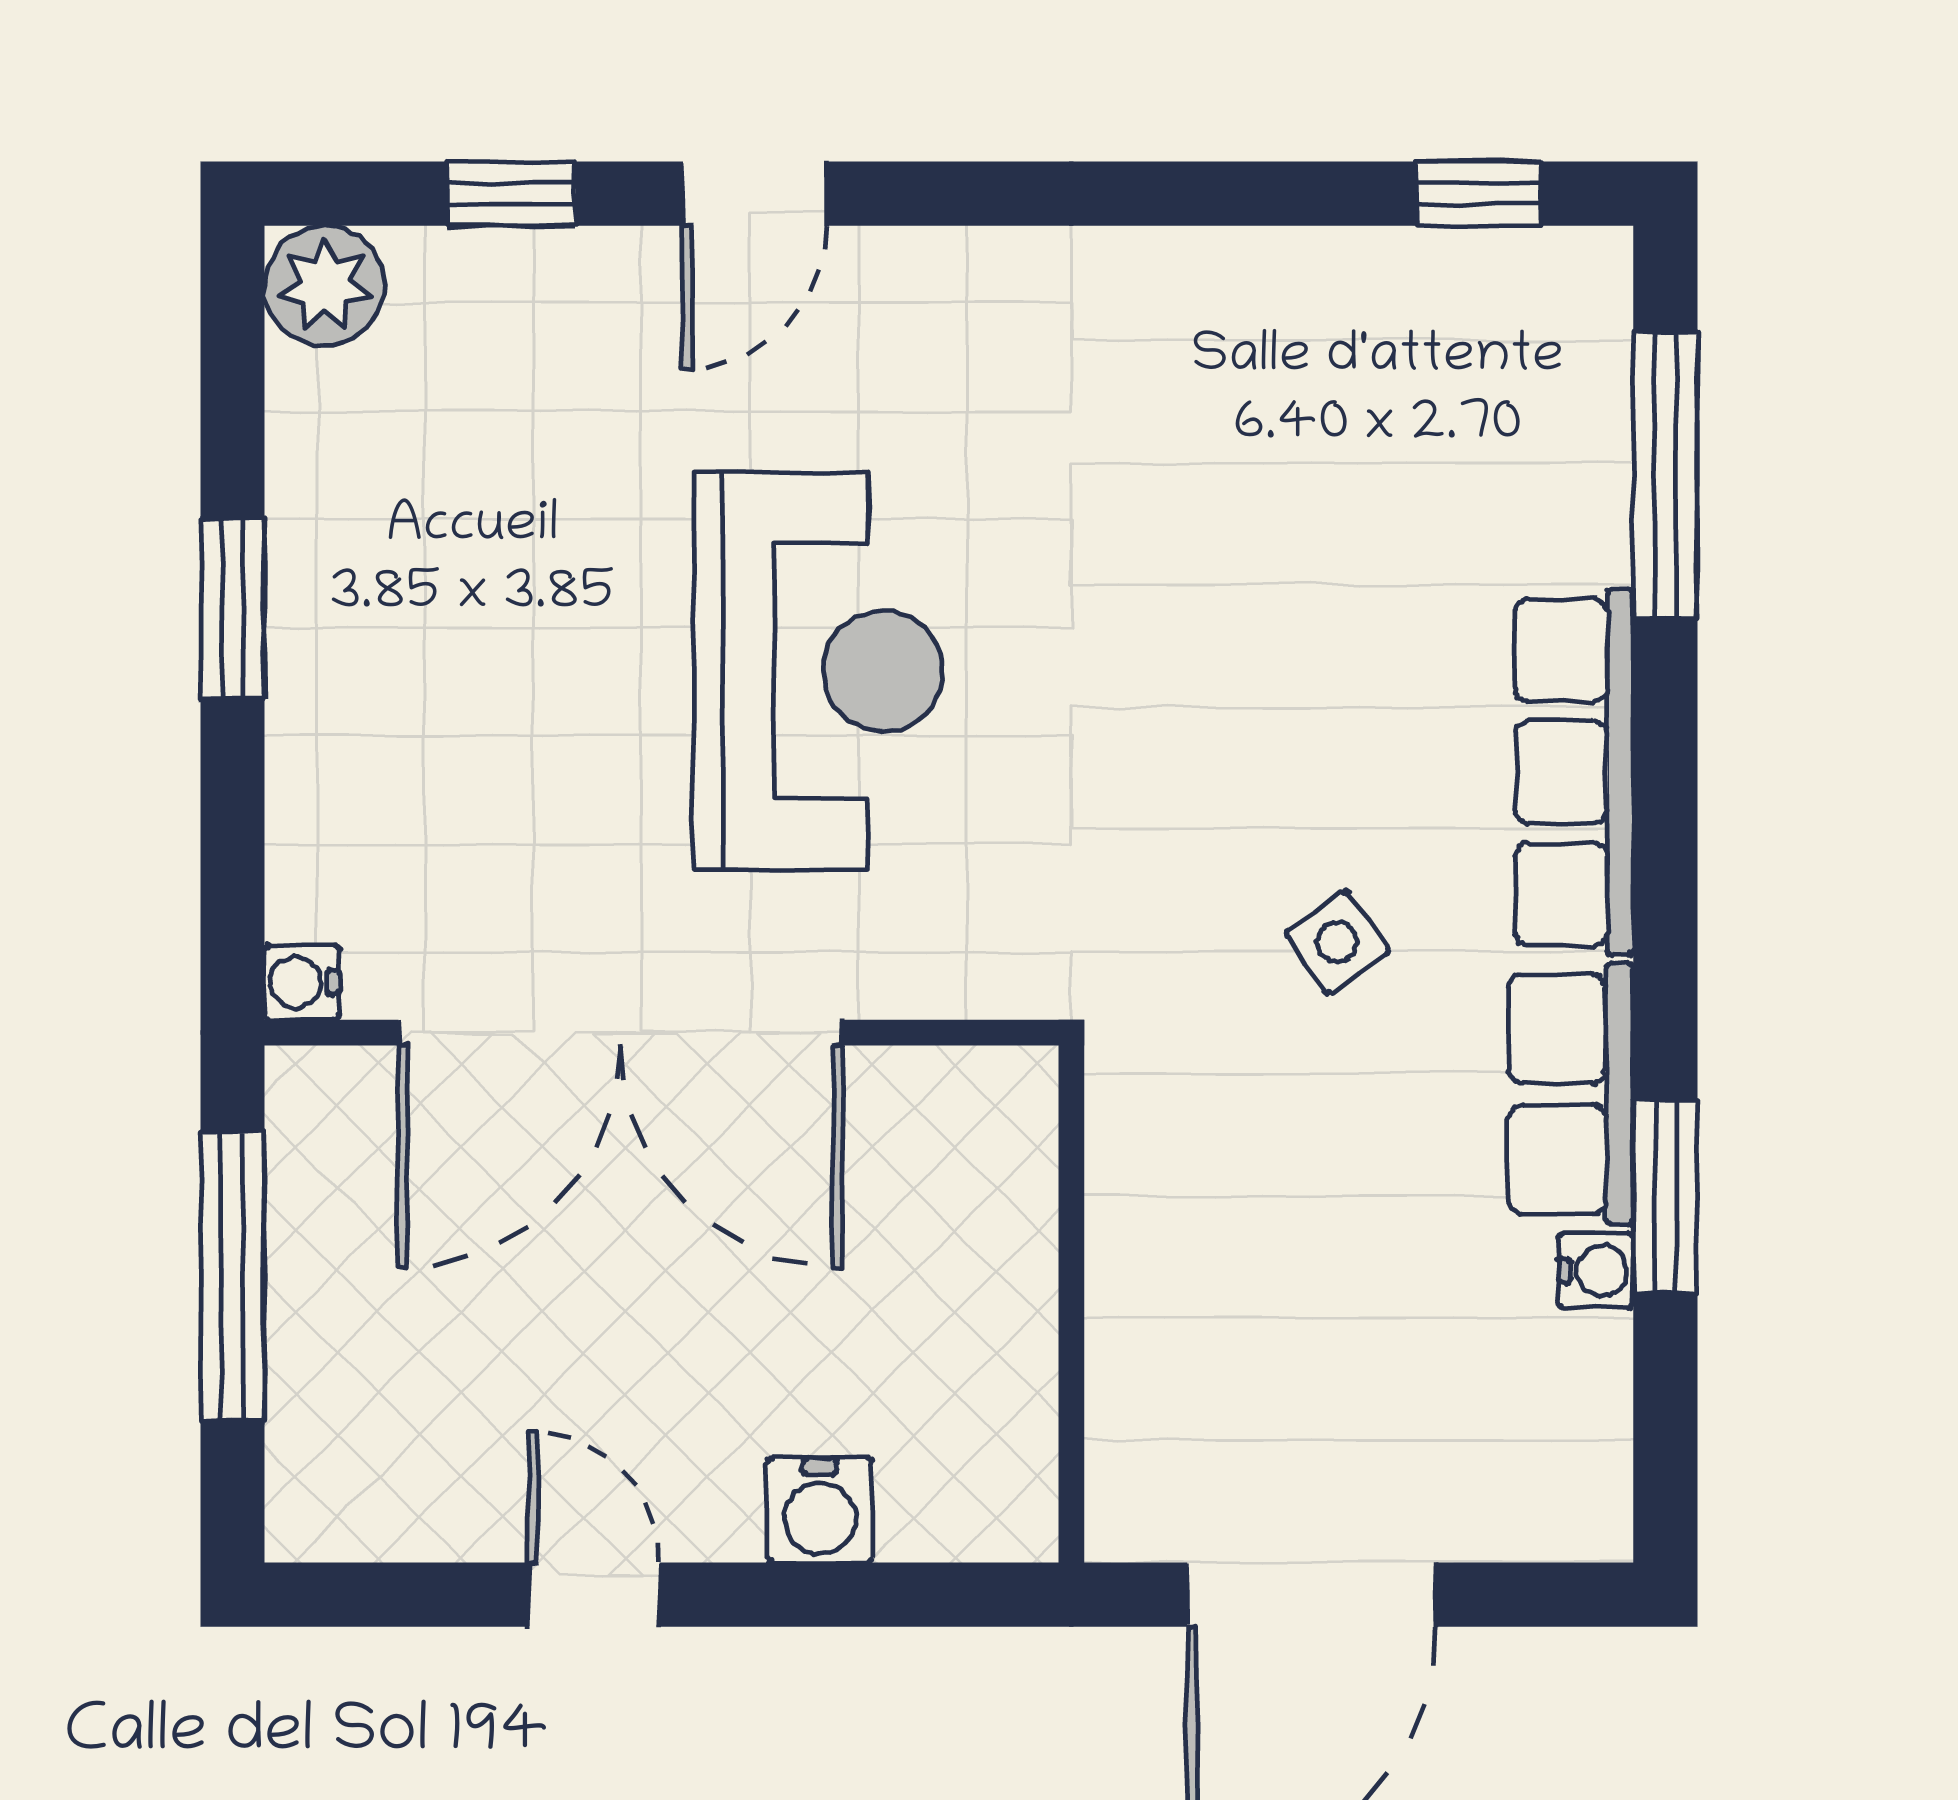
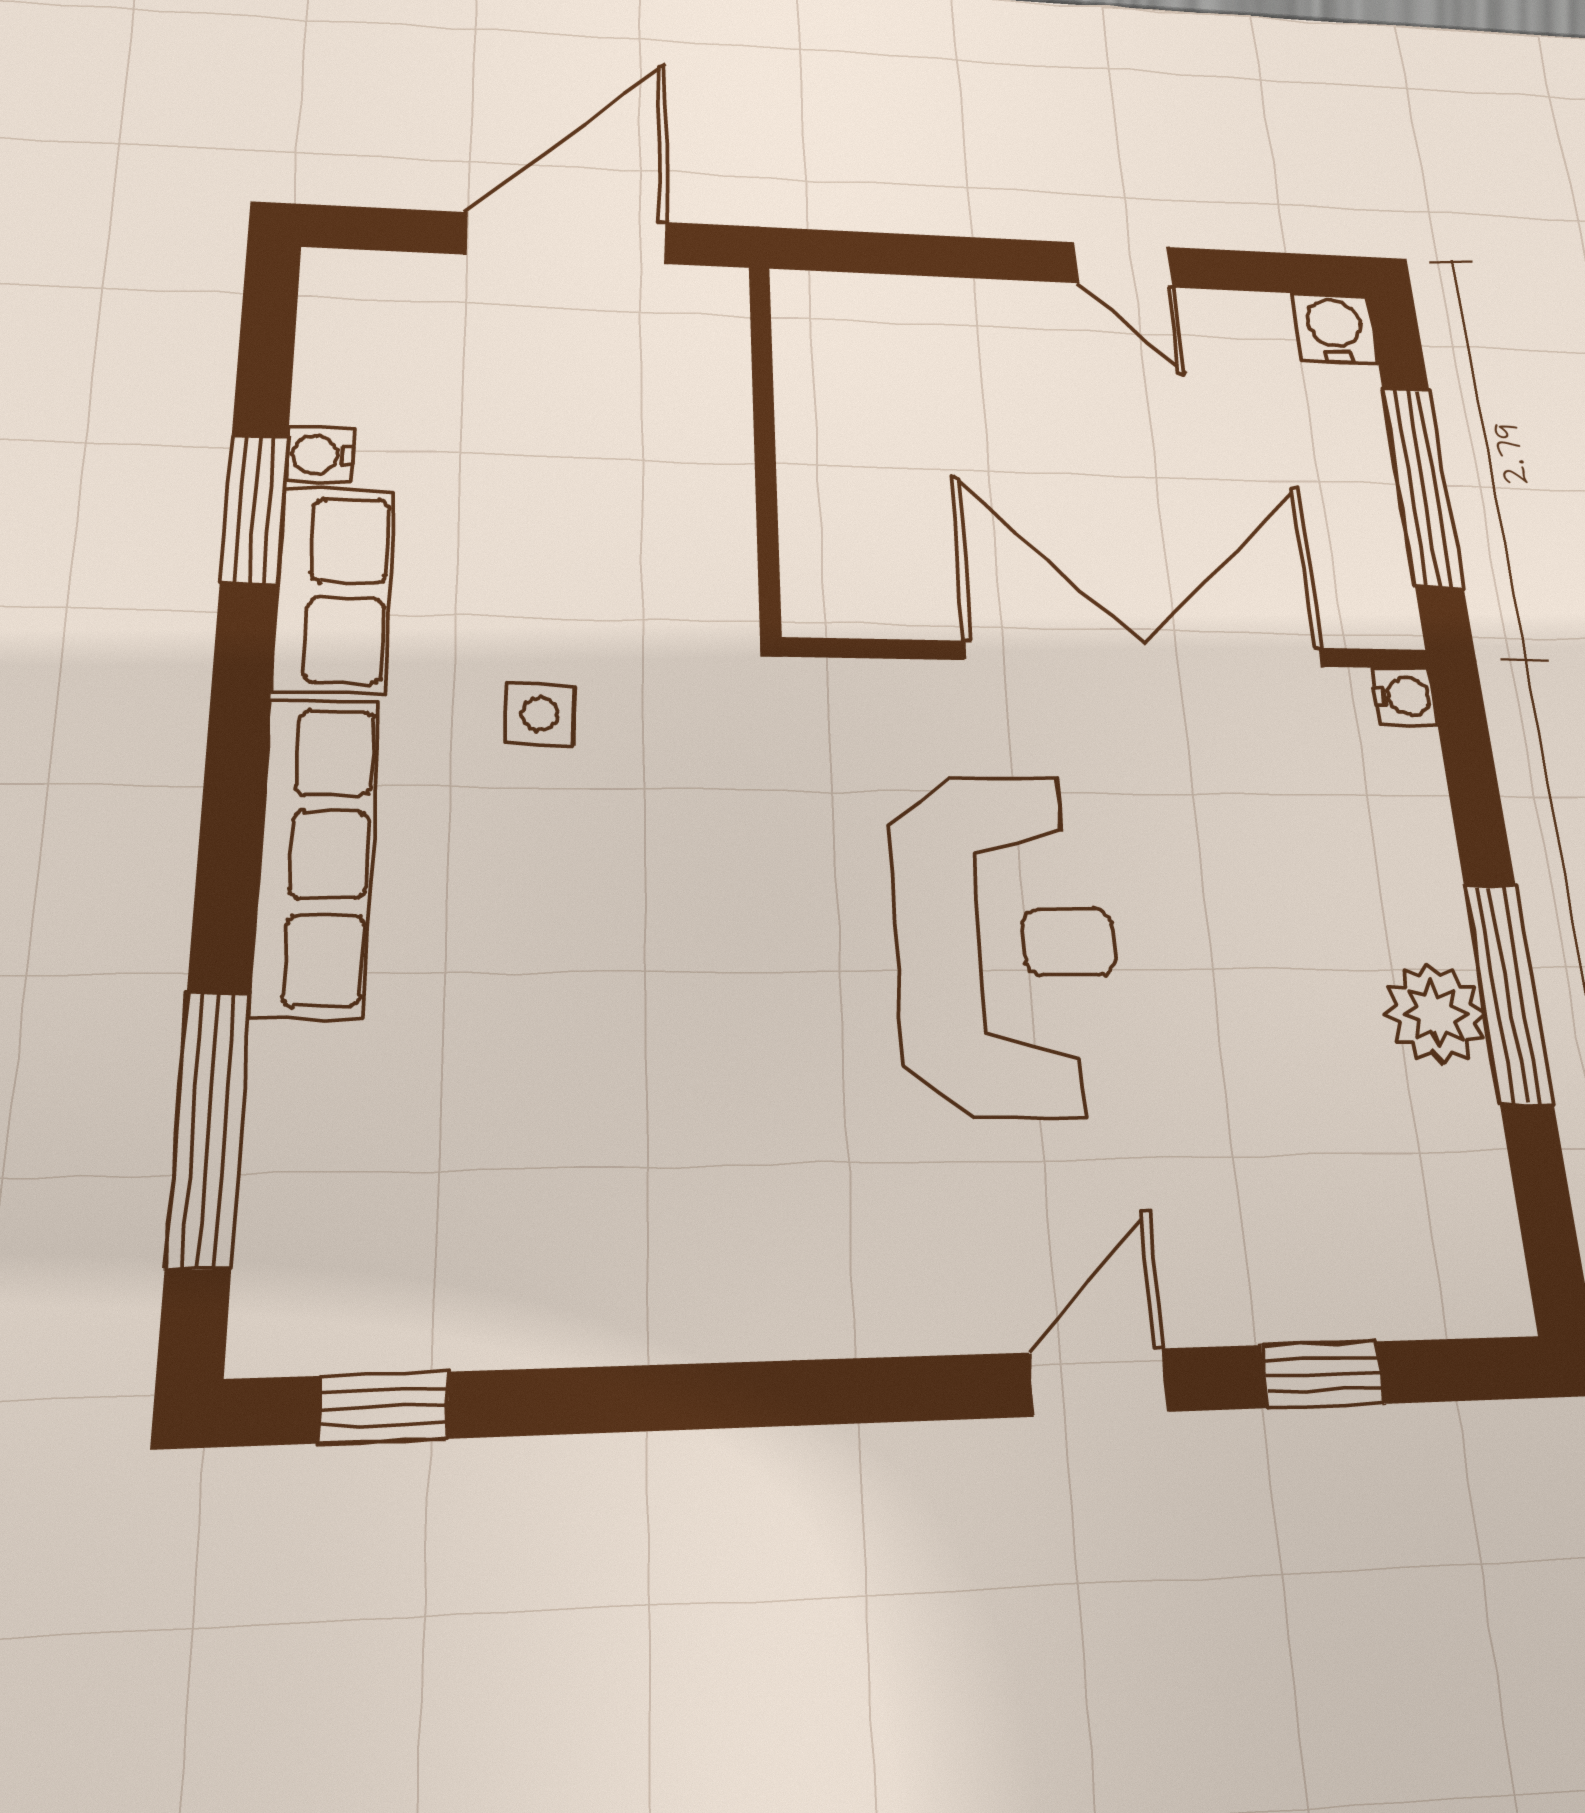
plant: (324, 286) -> (1435, 1014), moved
window: (232, 609) -> (1508, 993), width x1.44
reception desk: (818, 671) -> (1006, 942), turned 180
side table: (1337, 942) -> (540, 714), turned 37
water cooler: (820, 1510) -> (1335, 328), moved

